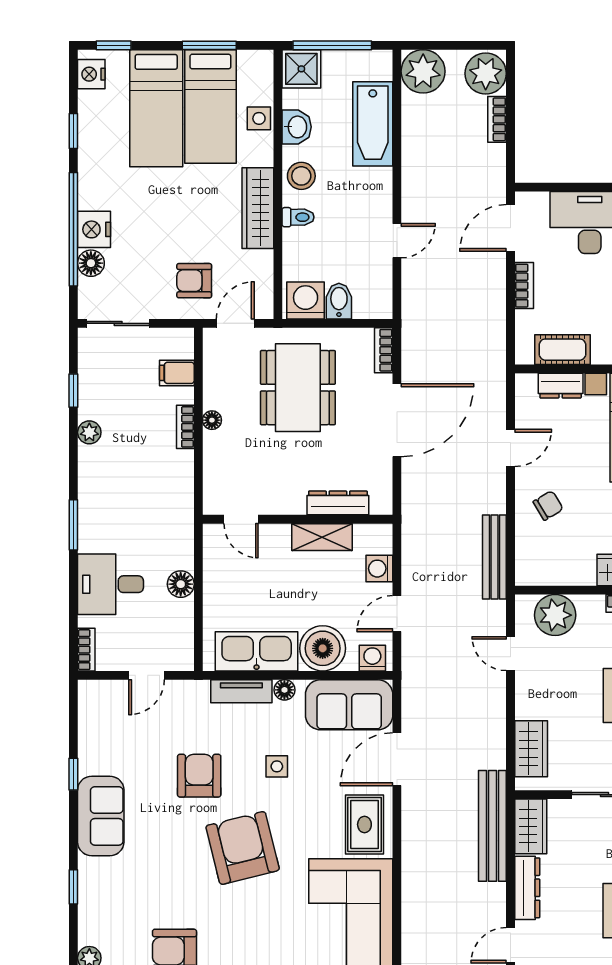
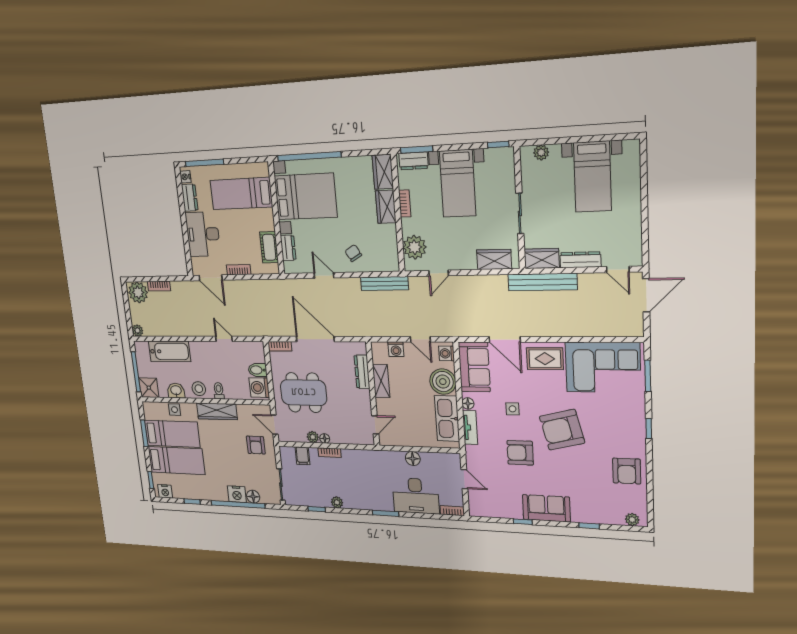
plant: (423, 71) -> (138, 331), width x0.53, depth x0.53
plant: (214, 397) -> (313, 437), added
desk: (110, 584) -> (416, 496), width x1.37

